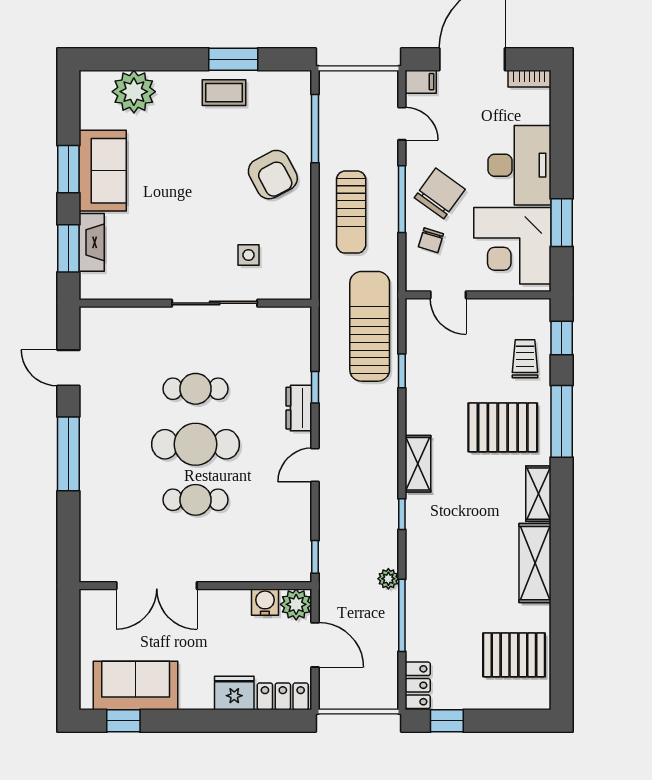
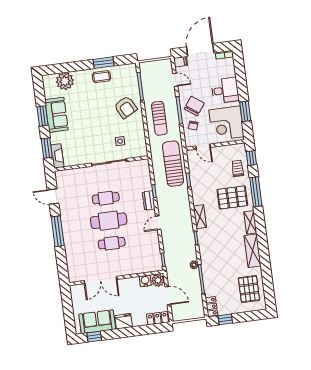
desk: (519, 165) -> (225, 90), width x0.73
fireplace: (92, 242) -> (57, 156), moved
pallet: (514, 655) -> (249, 289), turned 90
fridge: (234, 693) -> (124, 321), moved

